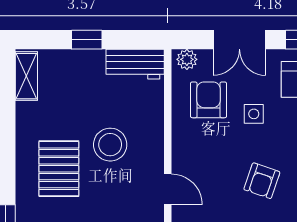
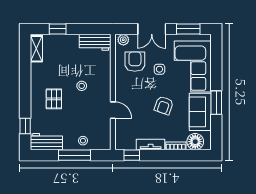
window: (87, 40) -> (58, 29), moved
stool: (110, 145) -> (82, 86), width x0.53, depth x0.53
pallet: (59, 169) -> (54, 99), width x0.67, depth x0.71

